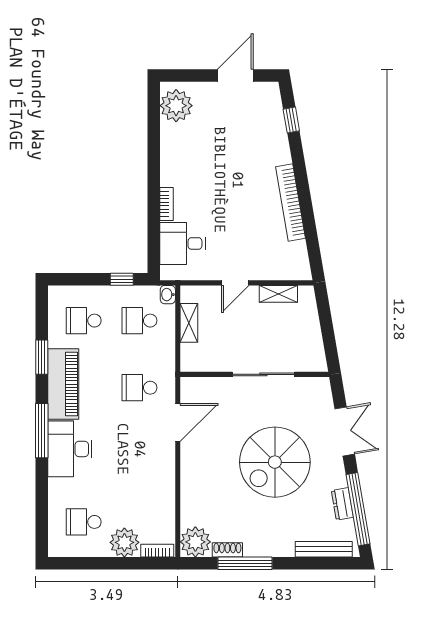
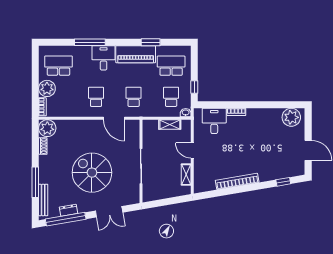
school desk: (84, 321) -> (171, 66), width x1.85
window: (42, 431) -> (90, 42), moved
desk: (70, 449) -> (104, 58), width x0.73
school desk: (139, 455) -> (96, 97), added
school desk: (84, 522) -> (58, 66), width x1.85
window: (245, 563) -> (35, 182), moved

